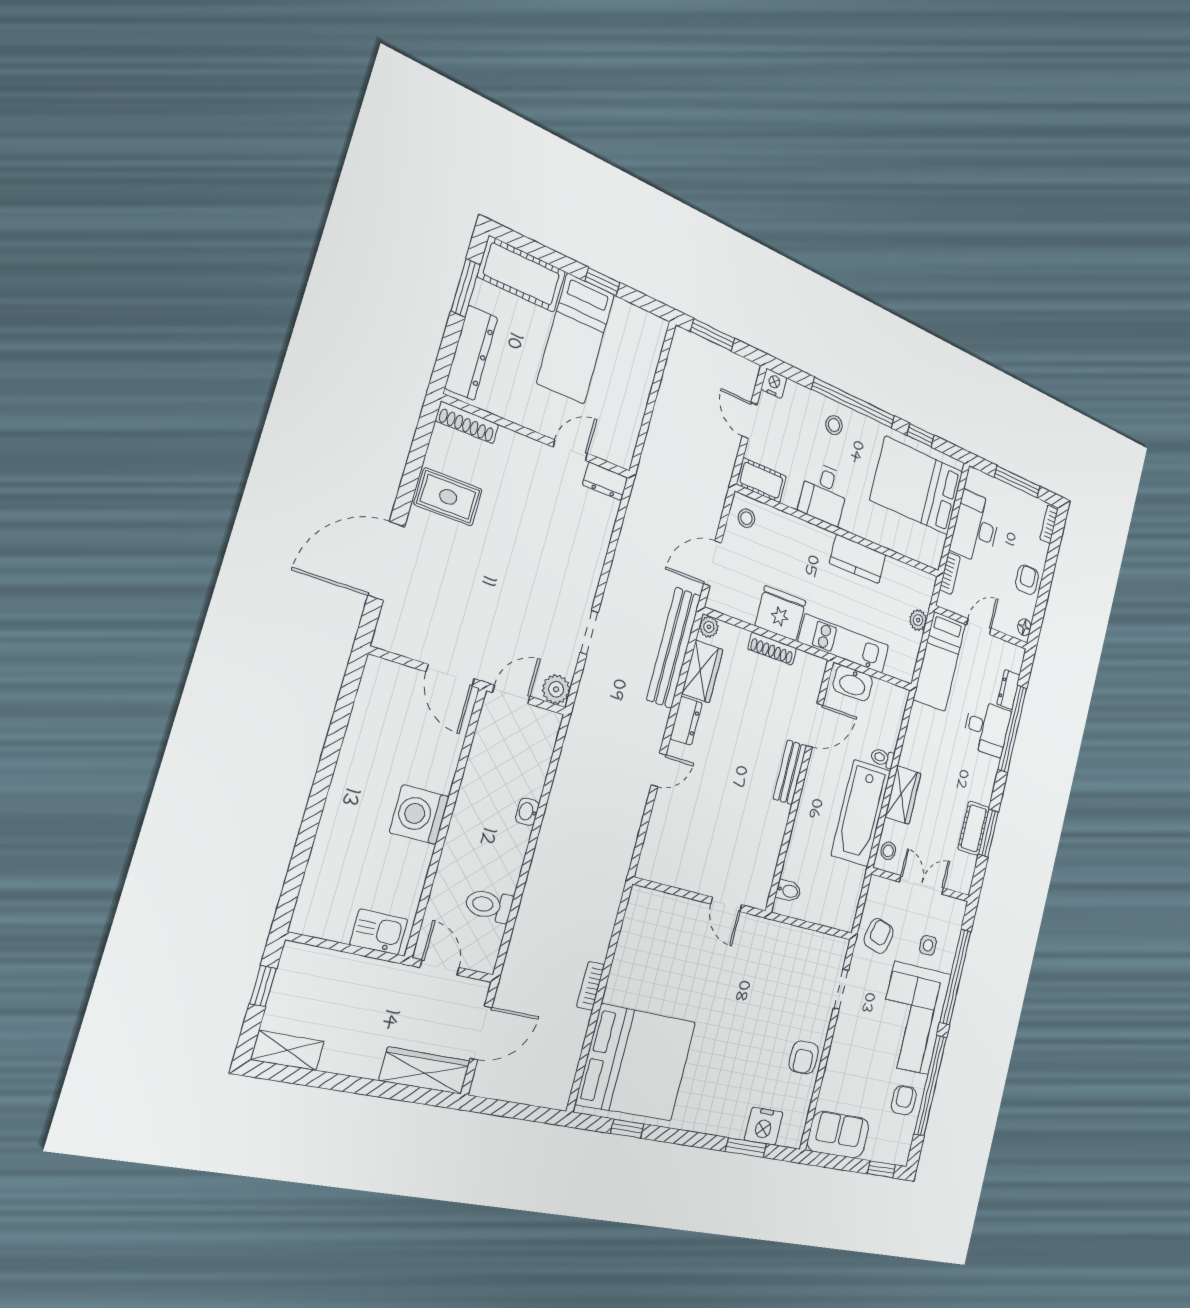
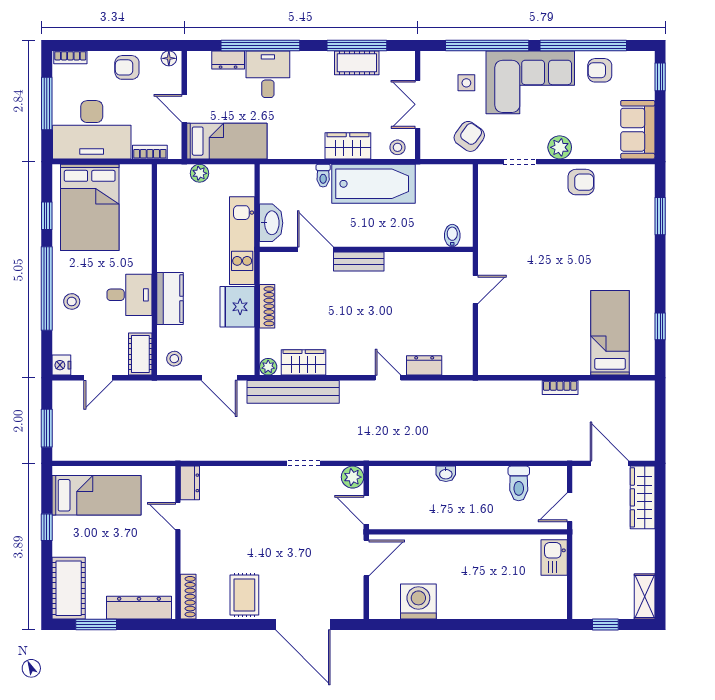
bed: (576, 339) -> (96, 495), moved
desk: (976, 528) -> (92, 130), width x1.36, depth x1.30
kitchen counter: (858, 559) -> (170, 299), moved
dresser: (686, 721) -> (424, 365), moved
washing machine: (419, 815) -> (418, 602), moved, turned 180
window: (988, 833) -> (357, 45), width x1.44
armchair: (879, 936) -> (469, 136), turned 111
plant: (843, 1039) -> (560, 147), added
bed: (636, 1063) -> (610, 333), width x0.49
nightstand: (764, 1126) -> (641, 204), removed

